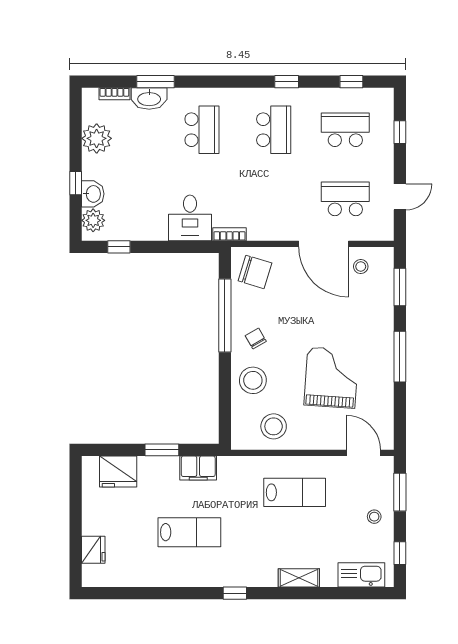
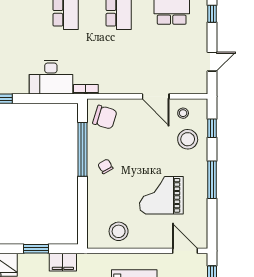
school desk: (345, 199) -> (172, 63), removed
desk: (190, 218) -> (51, 77), width x1.37
door: (324, 244) -> (156, 96), width x0.73
window: (400, 287) -> (212, 128), width x0.67
grand piano: (331, 378) -> (161, 195), turned -94
stool: (253, 380) -> (188, 139), moved

